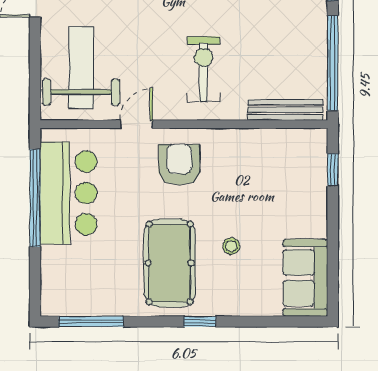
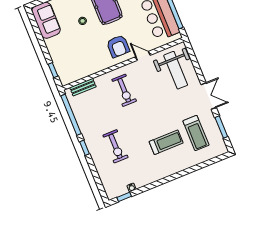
bench: (285, 110) -> (83, 87), width x0.73
door: (136, 124) -> (143, 56), swing flipped

